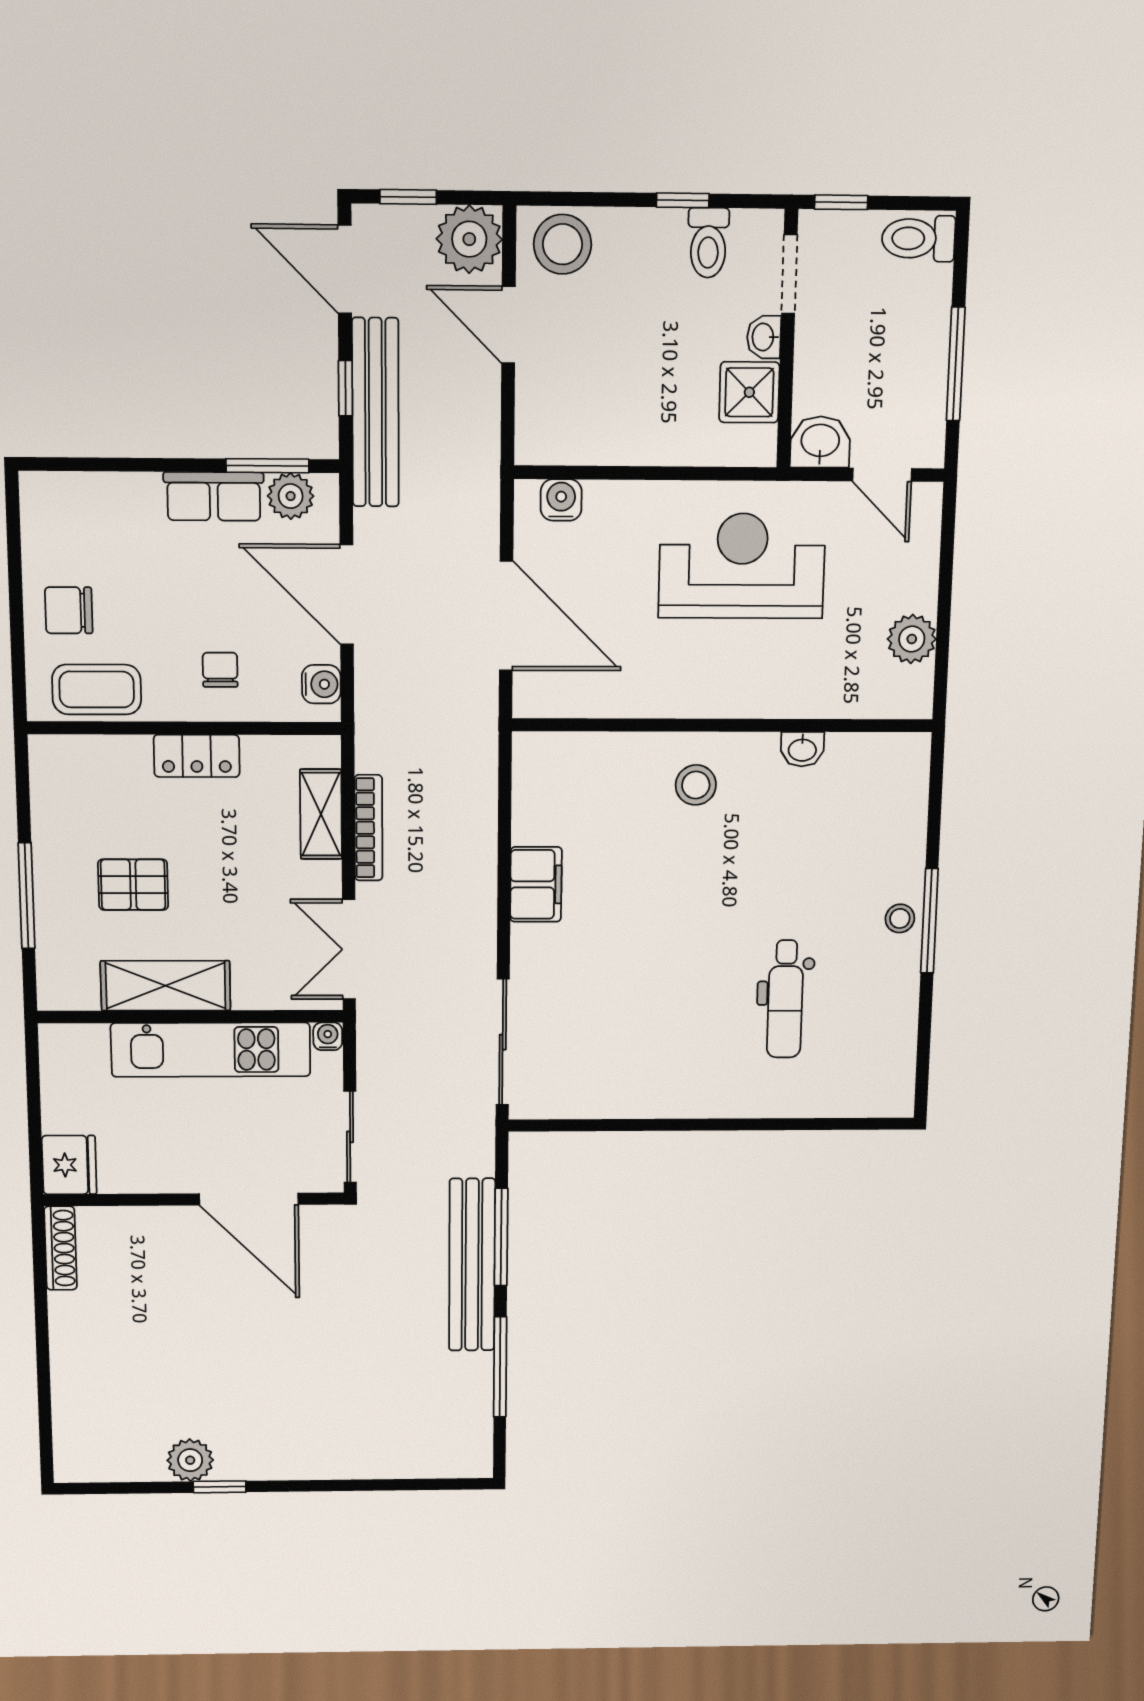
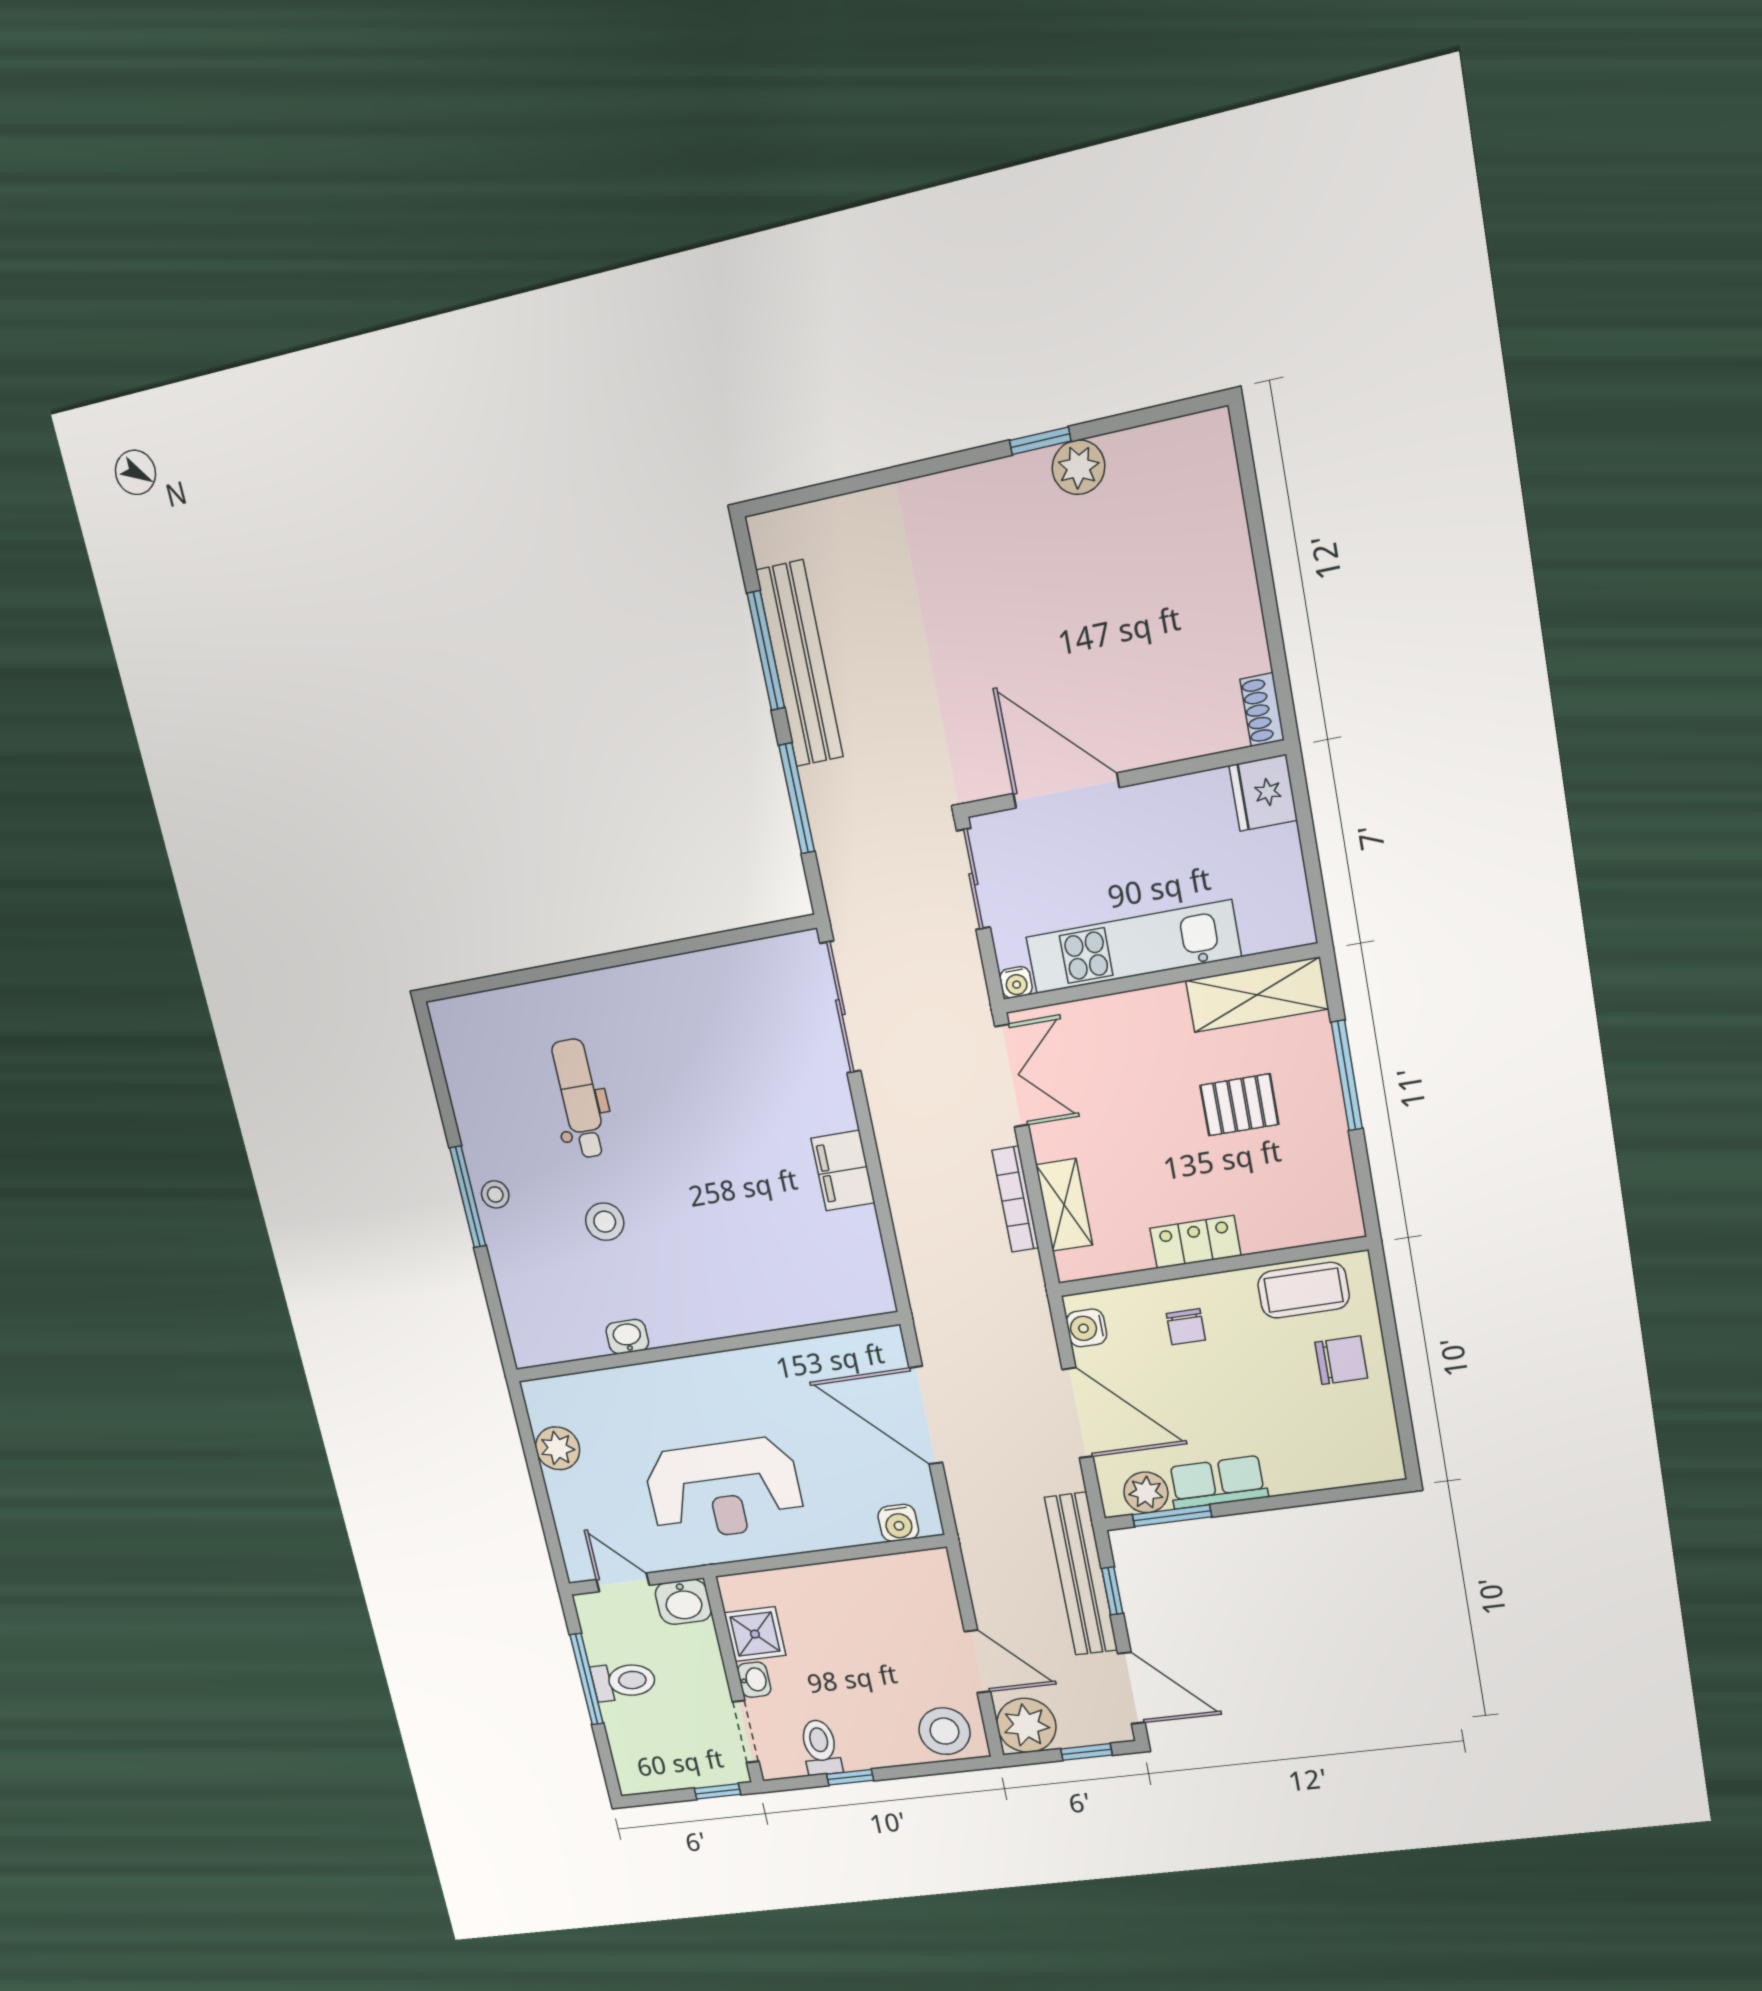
toilet: (918, 238) -> (624, 1681), moved
stool: (696, 785) -> (605, 1222), moved
shelving: (166, 986) -> (1257, 995), moved
shoe rack: (60, 1248) -> (1262, 710), width x0.70
bench: (472, 1265) -> (800, 664), moved

